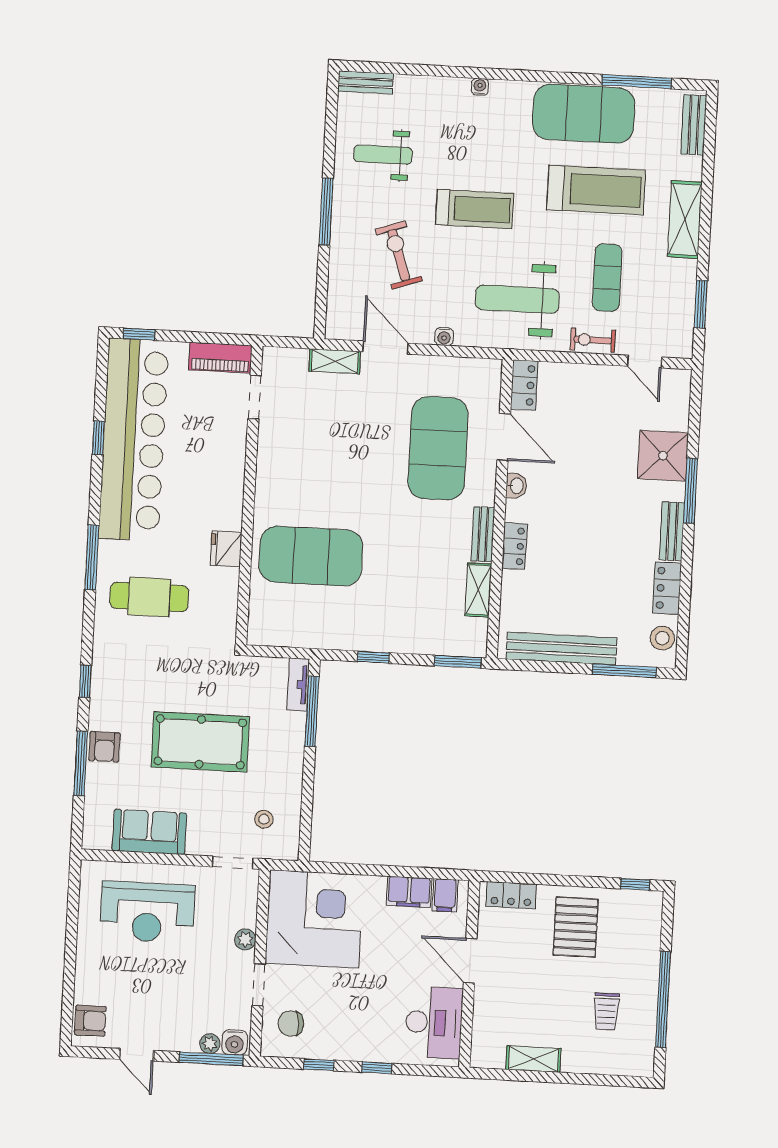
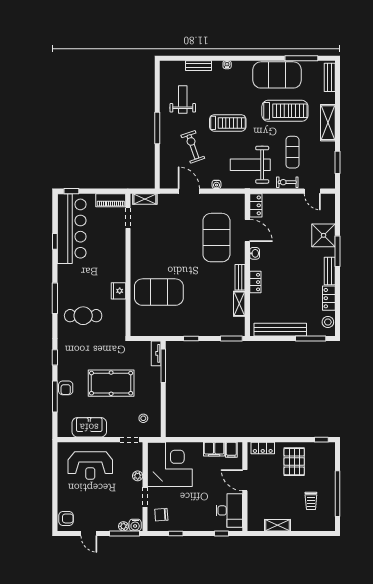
bench: (365, 82) -> (198, 66), moved
weight bench: (383, 155) -> (183, 100), turned 90
shelving: (335, 361) -> (145, 199), moved
bar counter: (133, 440) -> (72, 229), width x0.73
window: (377, 1068) -> (221, 533), moved

